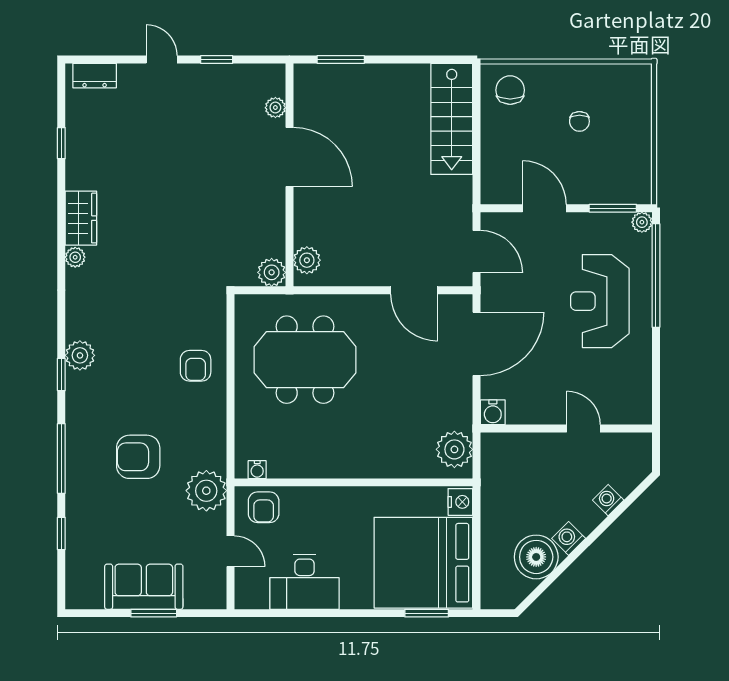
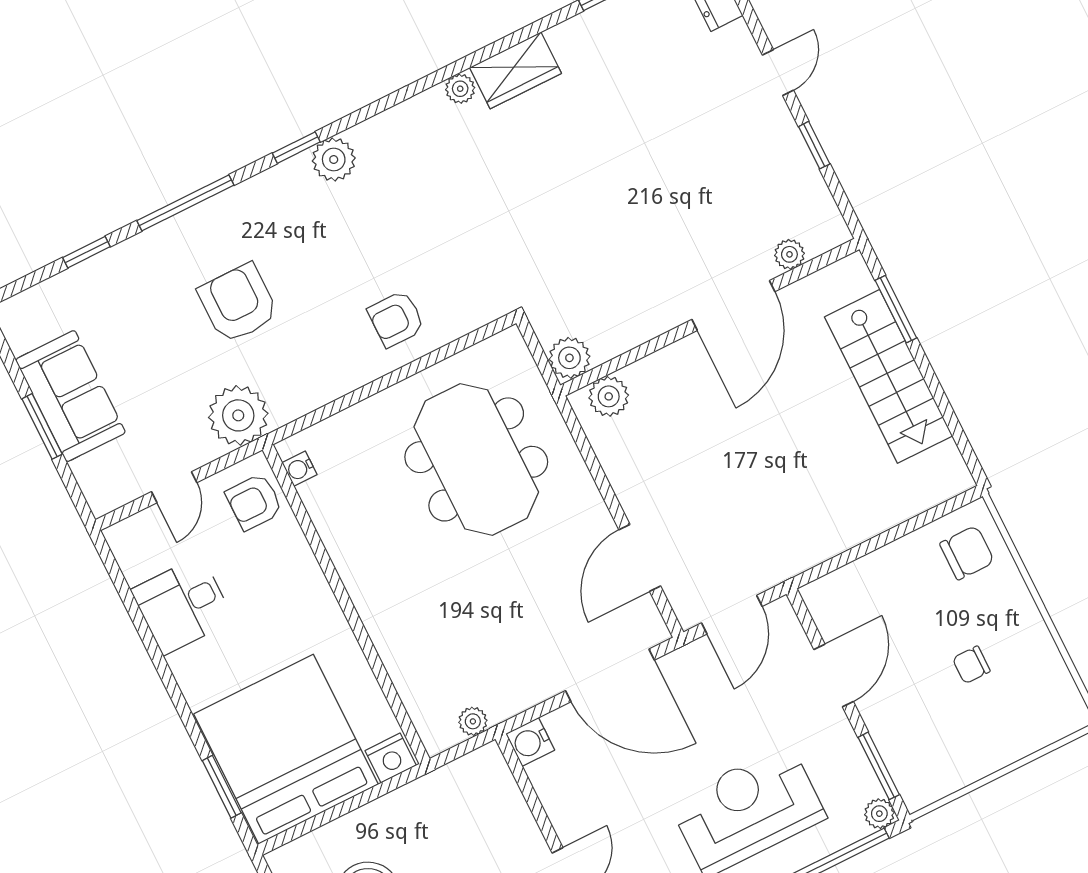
stairs: (452, 119) -> (889, 376), moved, turned -90
plant: (454, 449) -> (473, 721), width x0.53, depth x0.53
desk: (305, 582) -> (182, 605), width x0.73

